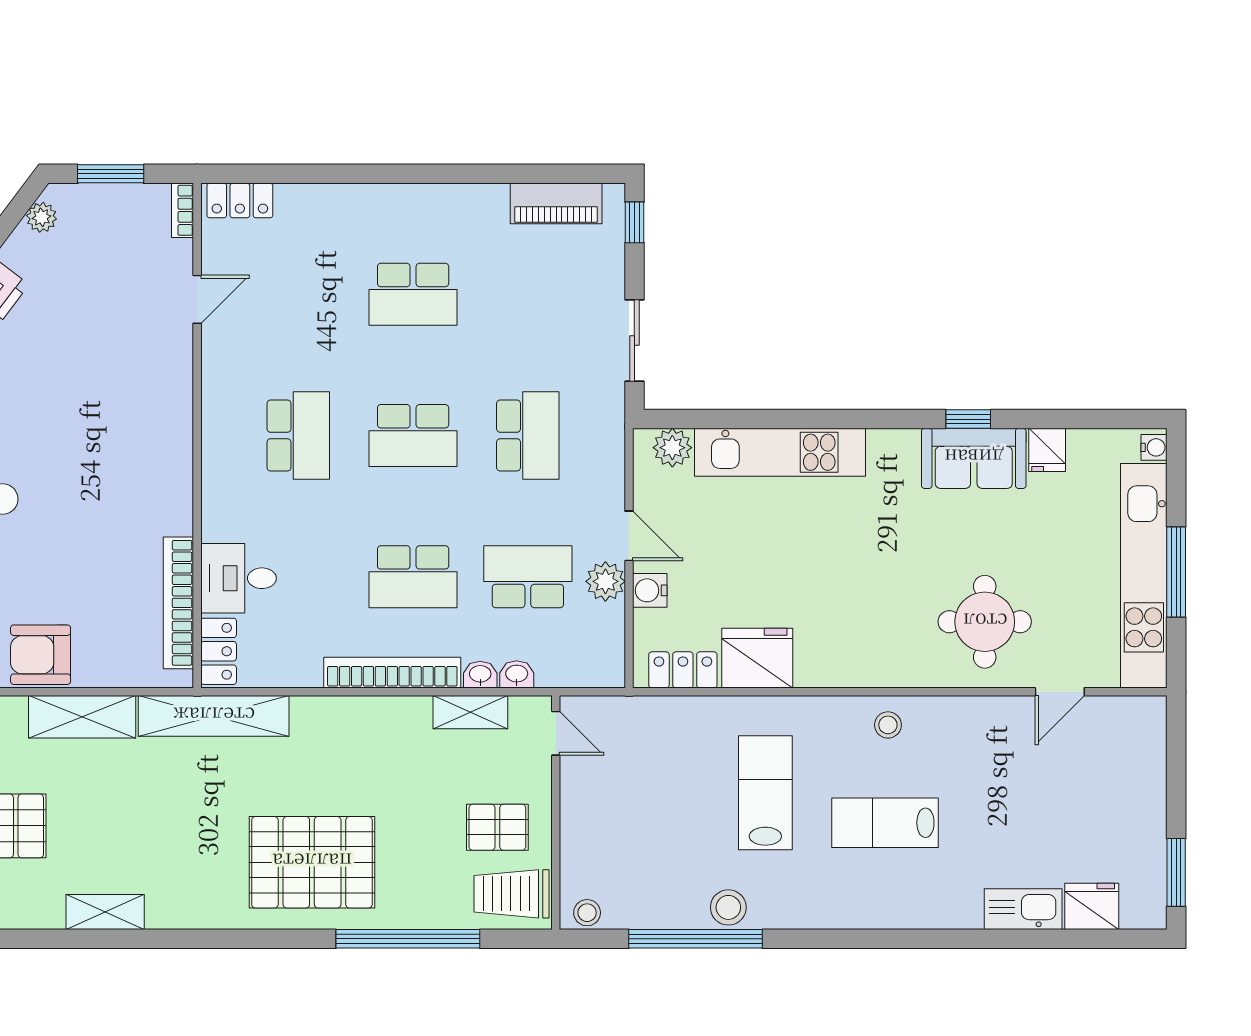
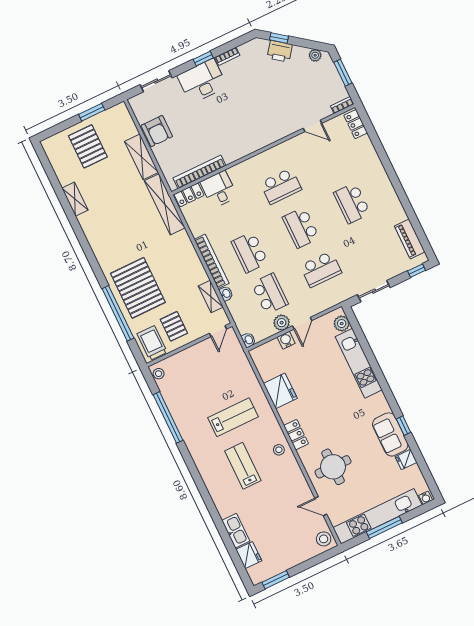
armchair: (41, 655) -> (157, 131), turned 180
locker: (683, 670) -> (296, 435), moved
washbasin: (517, 674) -> (248, 340), moved
pallet: (312, 862) -> (138, 288), moved
stool: (728, 907) -> (324, 539), moved

